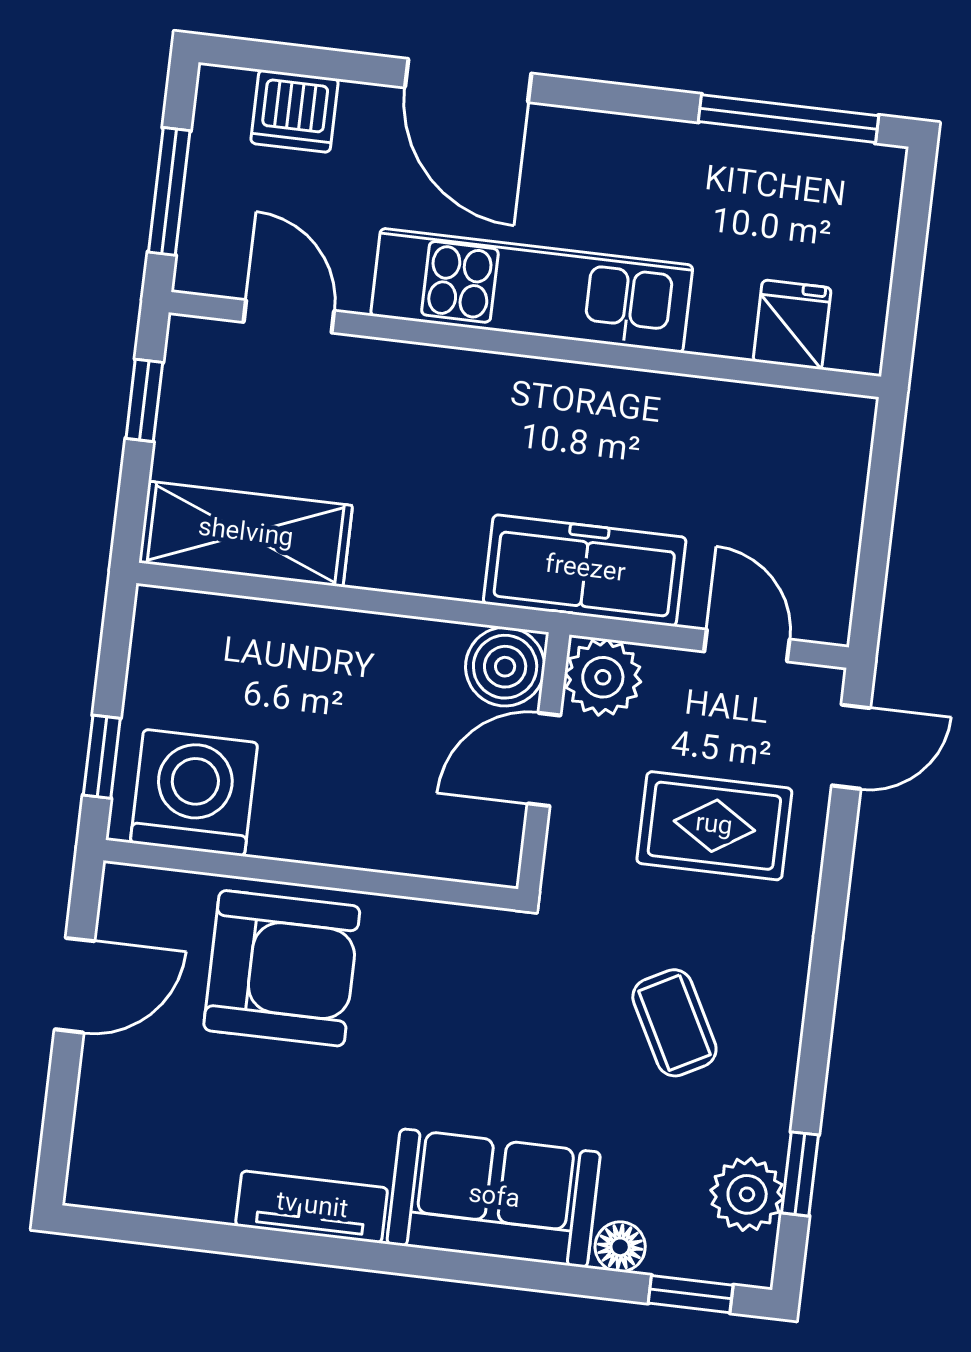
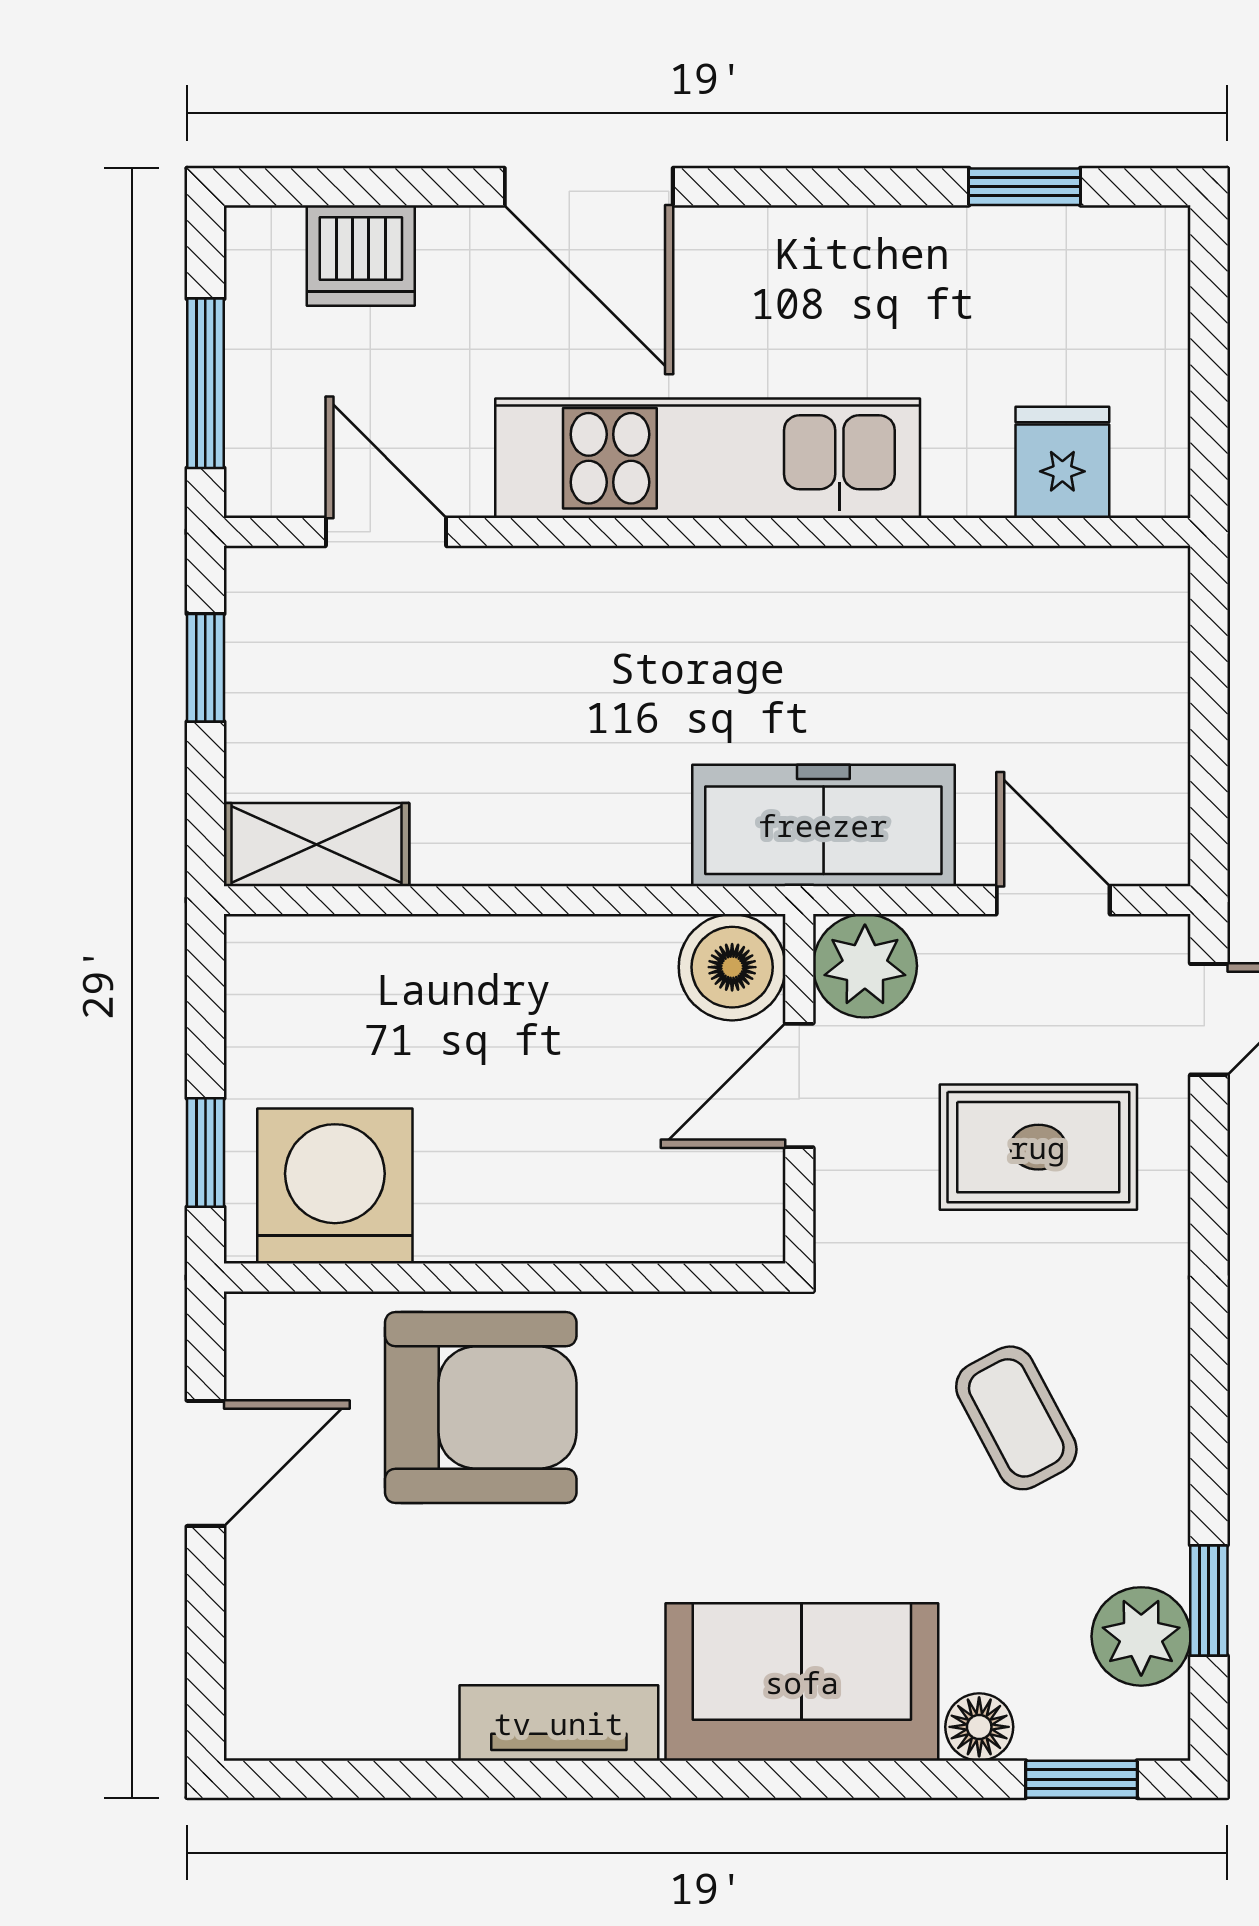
window: (788, 119) -> (1025, 187), width x0.46
shelving: (246, 534) -> (316, 845), width x0.67, depth x0.75

